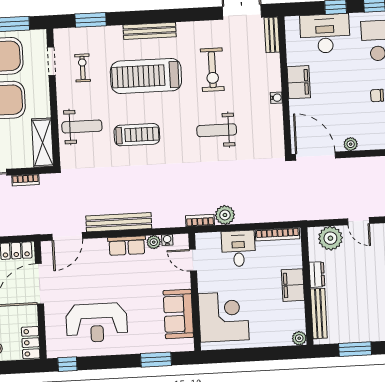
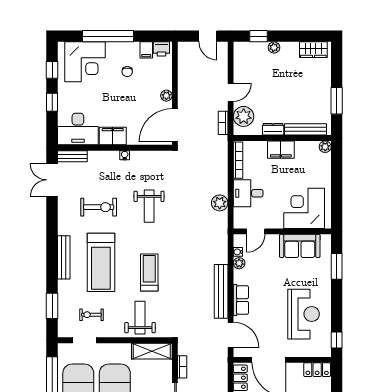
desk: (325, 34) -> (78, 129), moved, turned -90
bookcase: (200, 220) -> (223, 123), moved
row of seats: (127, 246) -> (241, 300), moved

